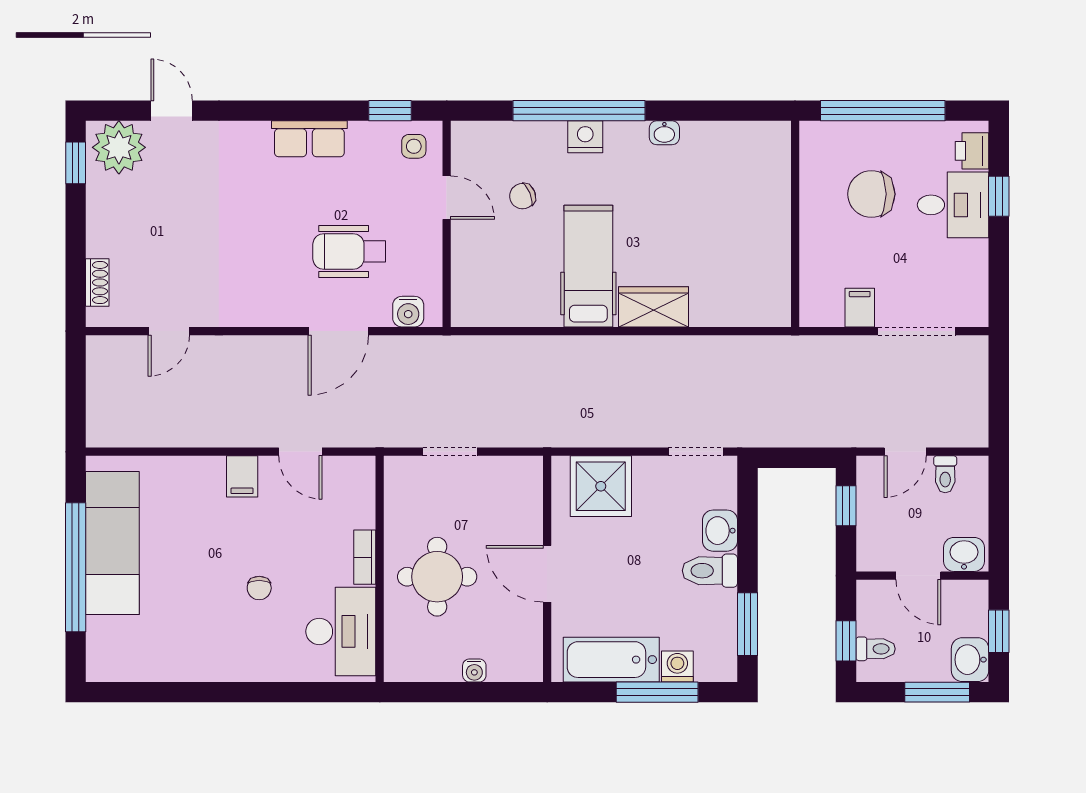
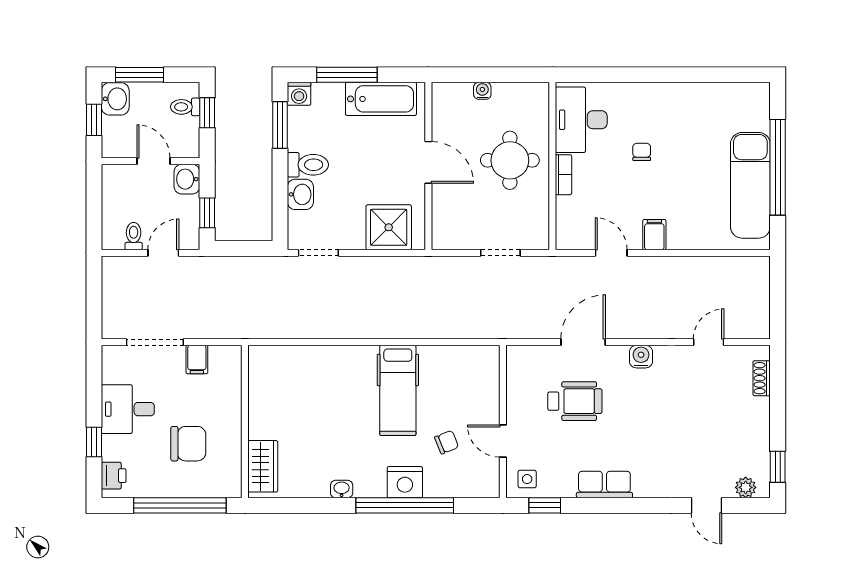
nightstand: (585, 137) -> (405, 482), width x1.36, depth x1.33
plant: (119, 147) -> (746, 487), width x0.53, depth x0.53
desk: (953, 205) -> (128, 409), moved
wardrobe: (653, 307) -> (263, 466), moved, turned -90
water cooler: (408, 312) -> (641, 357), moved
washbasin: (964, 554) -> (187, 179), moved, turned 90
washing machine: (677, 666) -> (299, 94), moved

